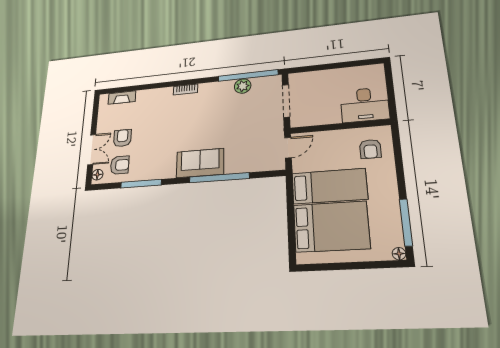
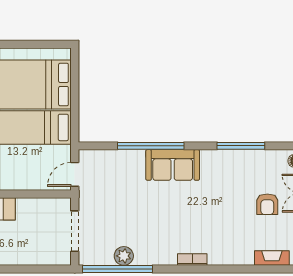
armchair: (120, 165) -> (268, 170), removed

